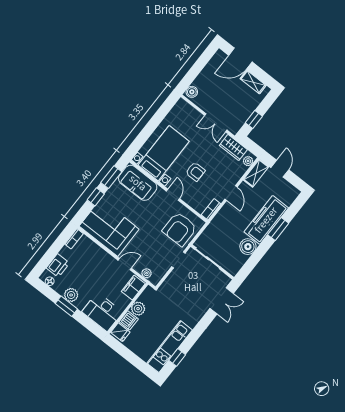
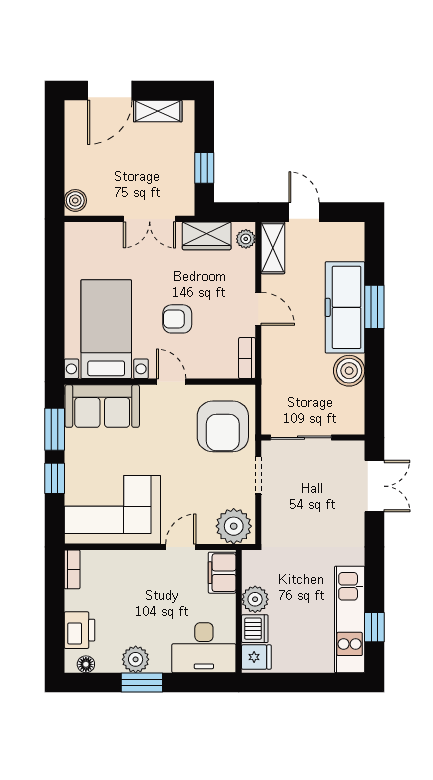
armchair: (195, 172) -> (177, 319), turned 180
plant: (147, 273) -> (234, 526), width x1.88, depth x1.88

